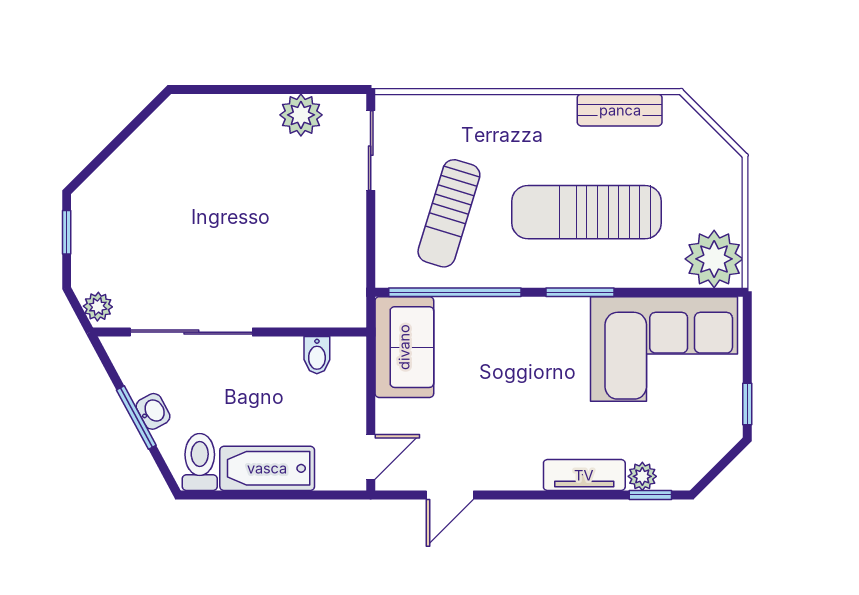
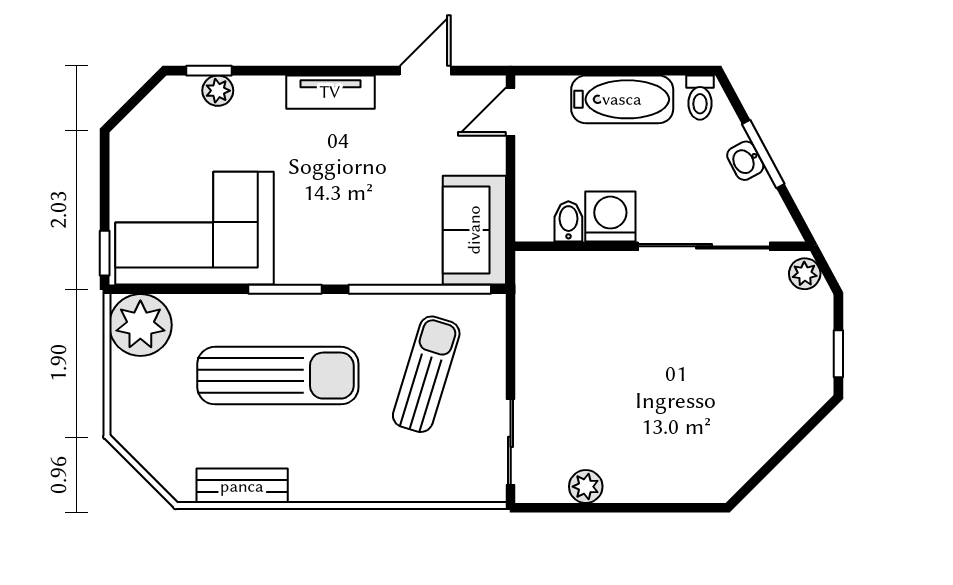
plant: (301, 115) -> (586, 487), width x0.73, depth x0.73
washing machine: (278, 360) -> (610, 217), added
window: (747, 404) -> (105, 253), moved
toilet: (200, 462) -> (700, 98), width x0.73, depth x0.72
tv unit: (584, 475) -> (330, 92), moved

